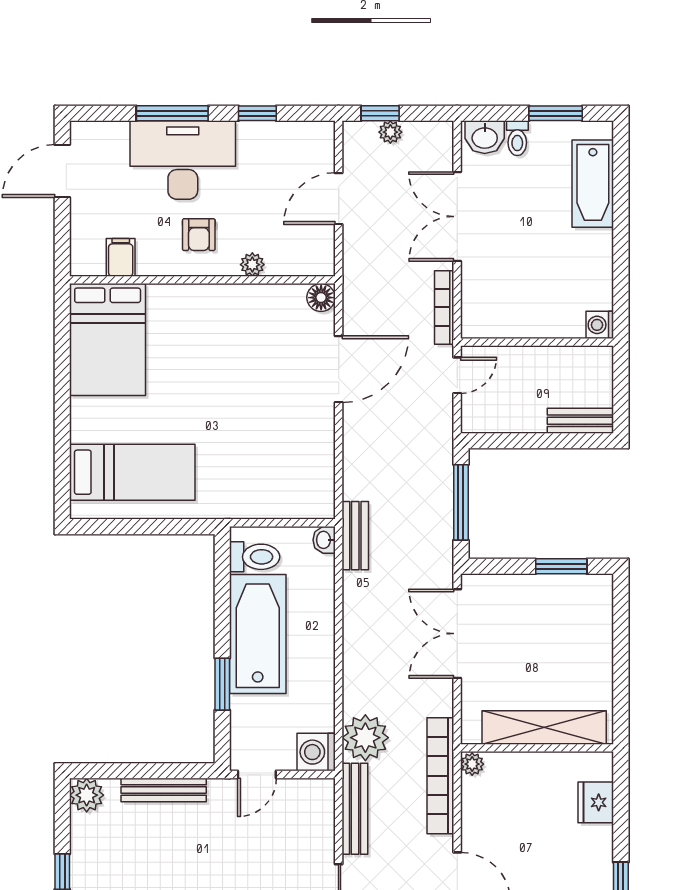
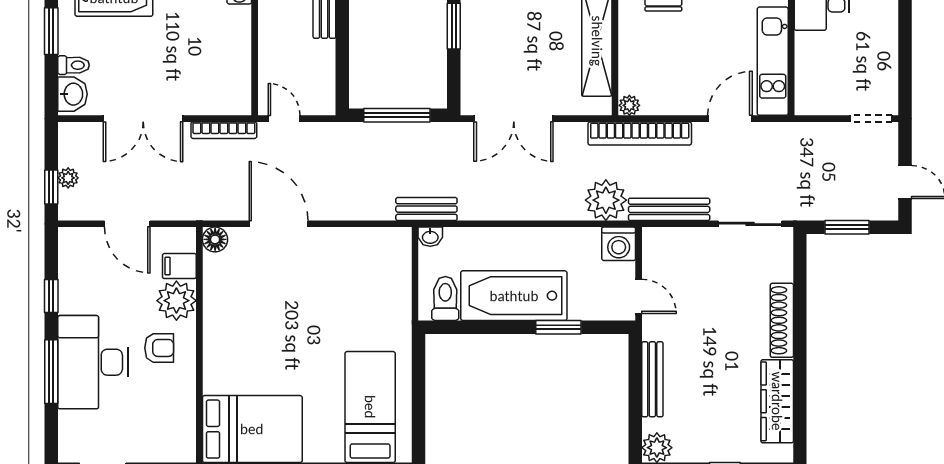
filing cabinet: (121, 257) -> (179, 266), moved
plant: (252, 265) -> (176, 301), width x1.87, depth x1.87

